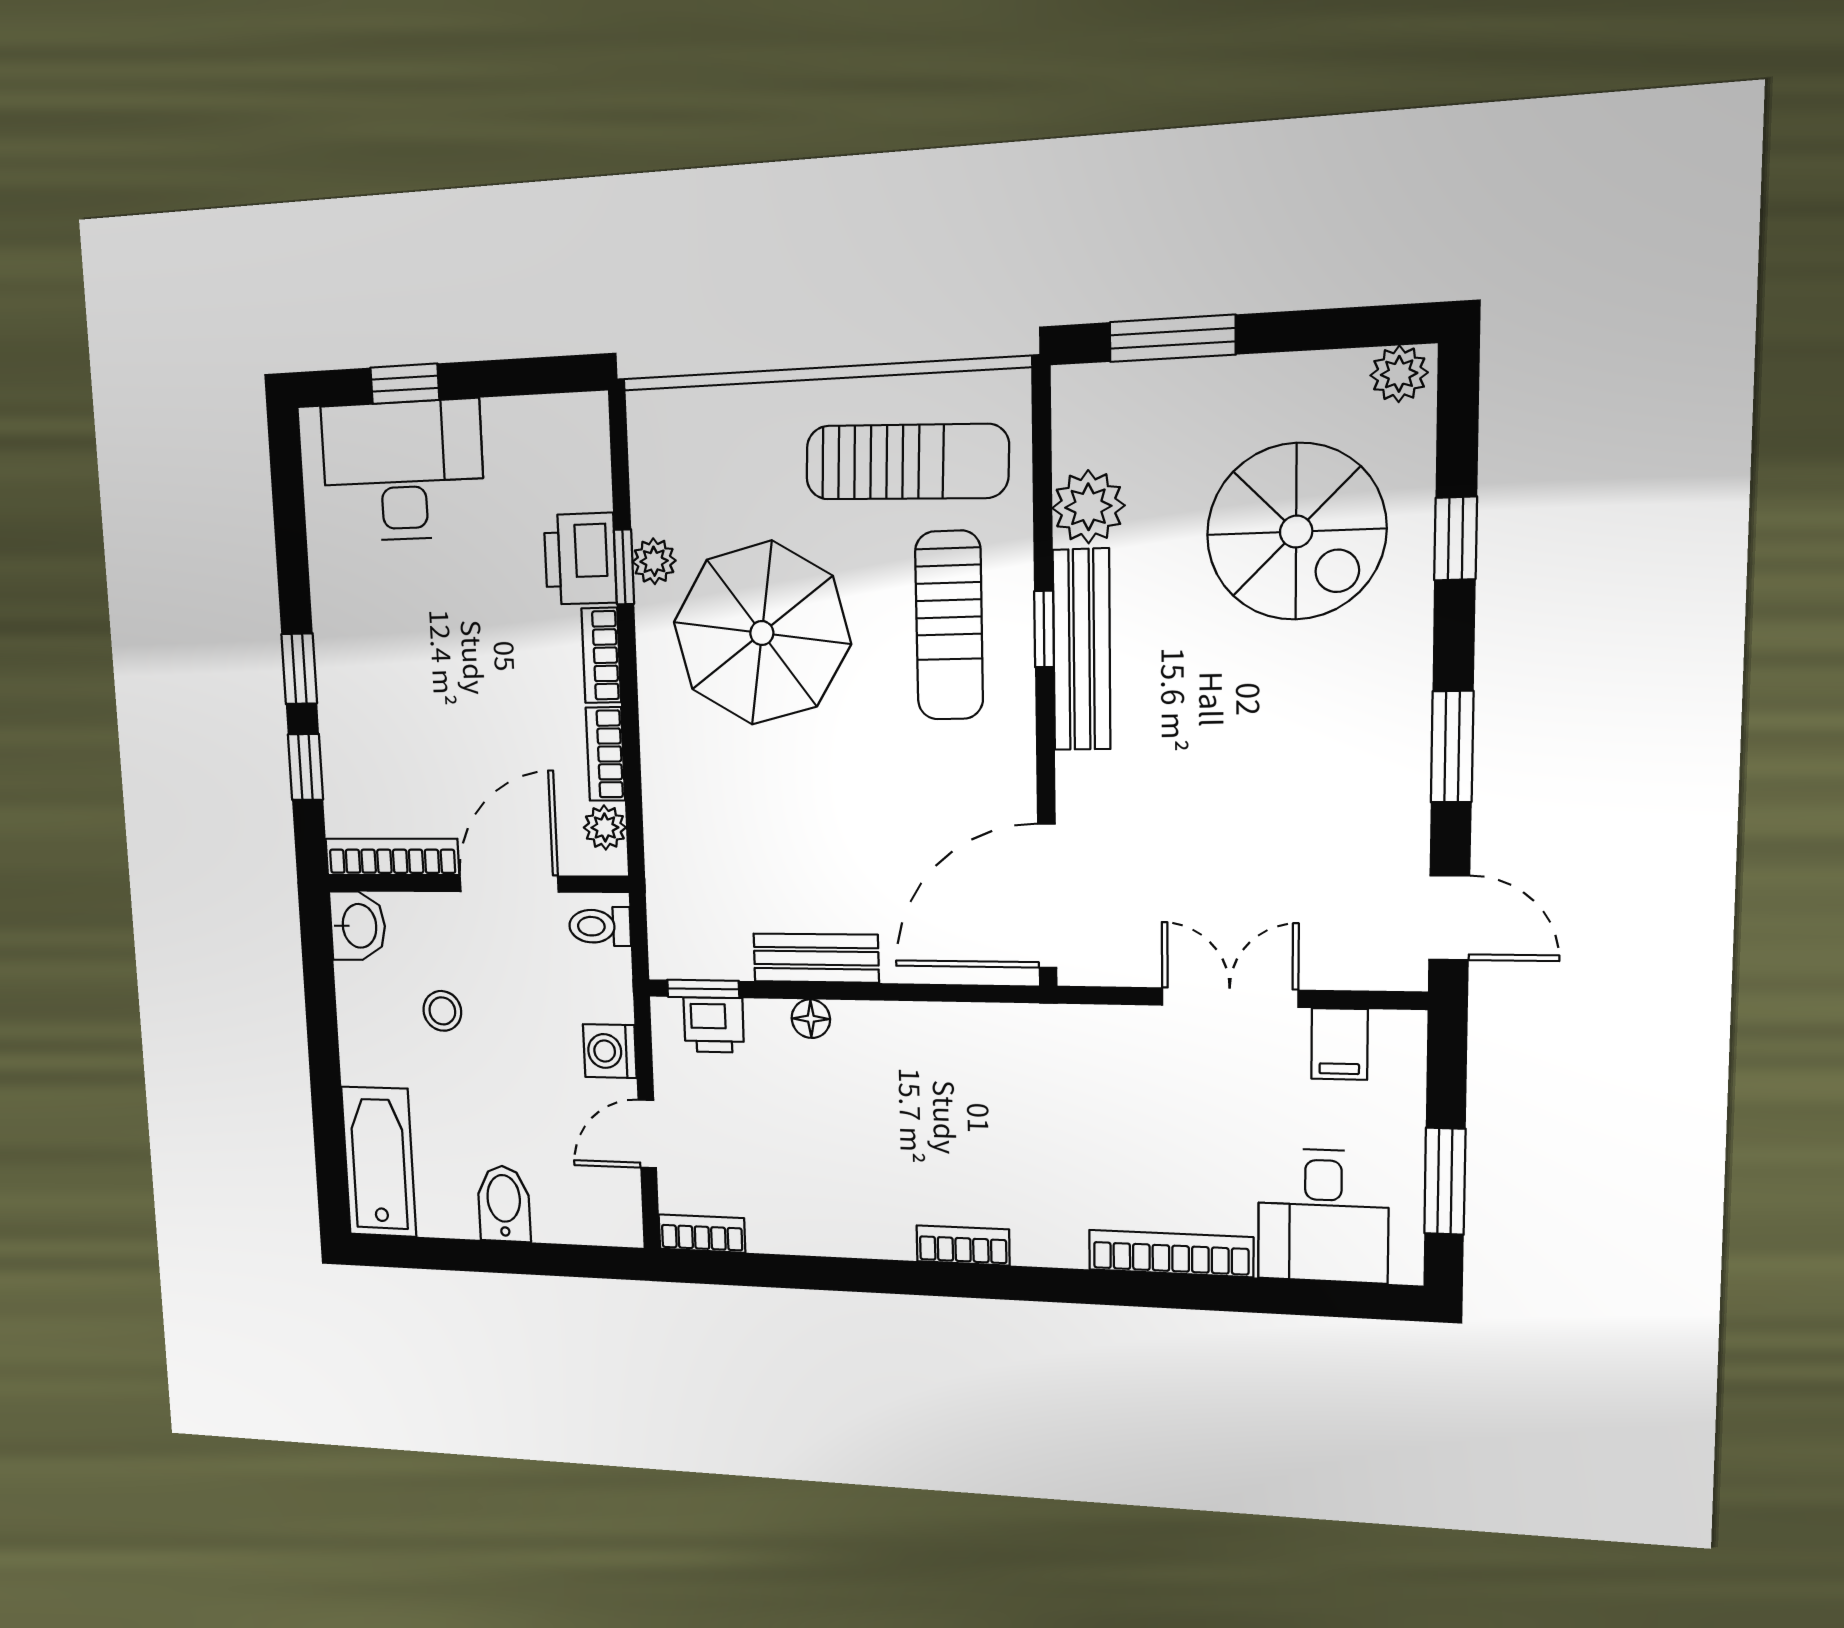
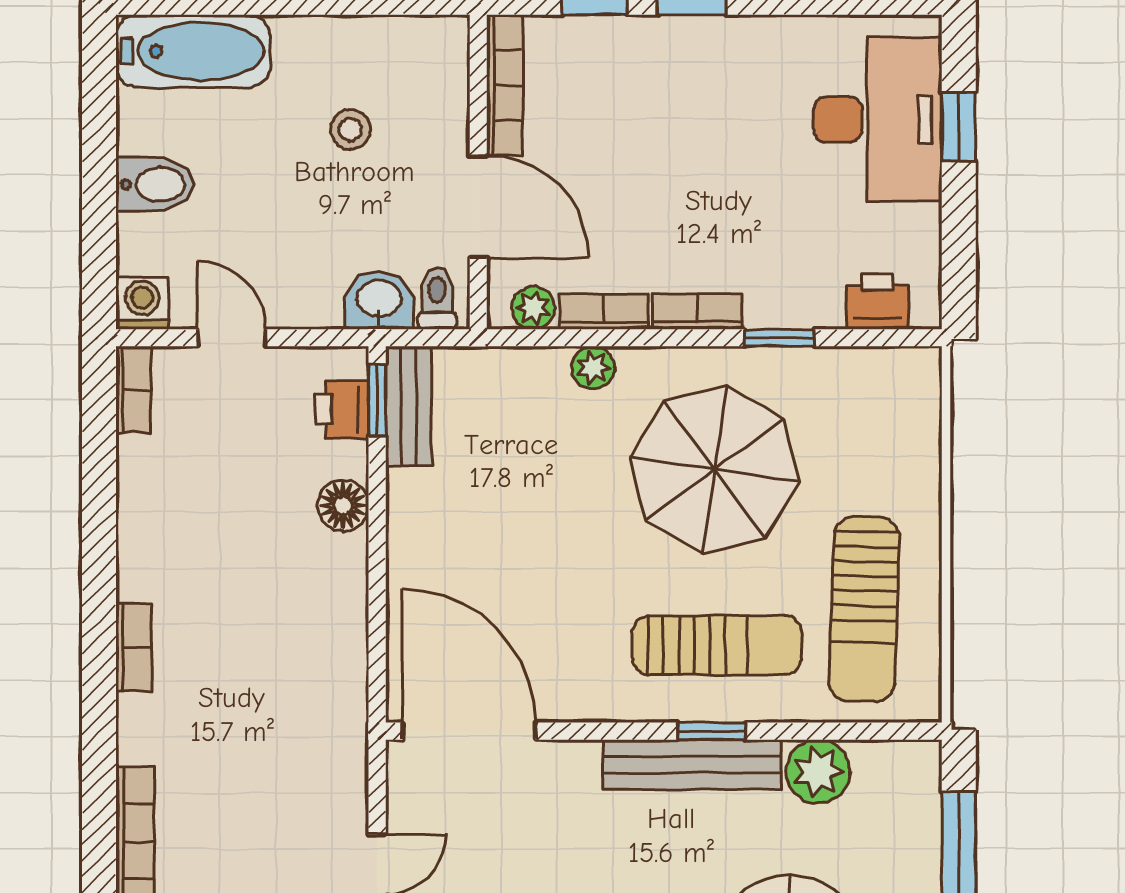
printer: (580, 559) -> (878, 301), moved, width x0.73, depth x0.81
plant: (654, 561) -> (593, 368), moved
sun lounger: (949, 625) -> (717, 645), turned 180
washbasin: (358, 926) -> (379, 300), moved, turned 180
bench: (816, 958) -> (409, 406), moved
floor lamp: (811, 1019) -> (343, 506), width x1.37, depth x1.37
washing machine: (610, 1051) -> (142, 303), moved

